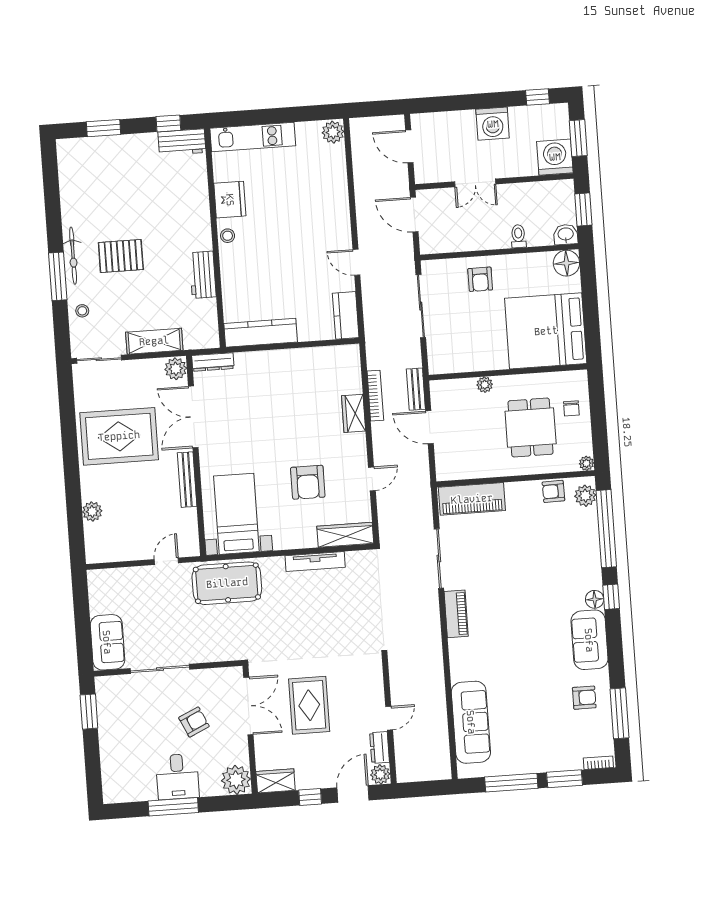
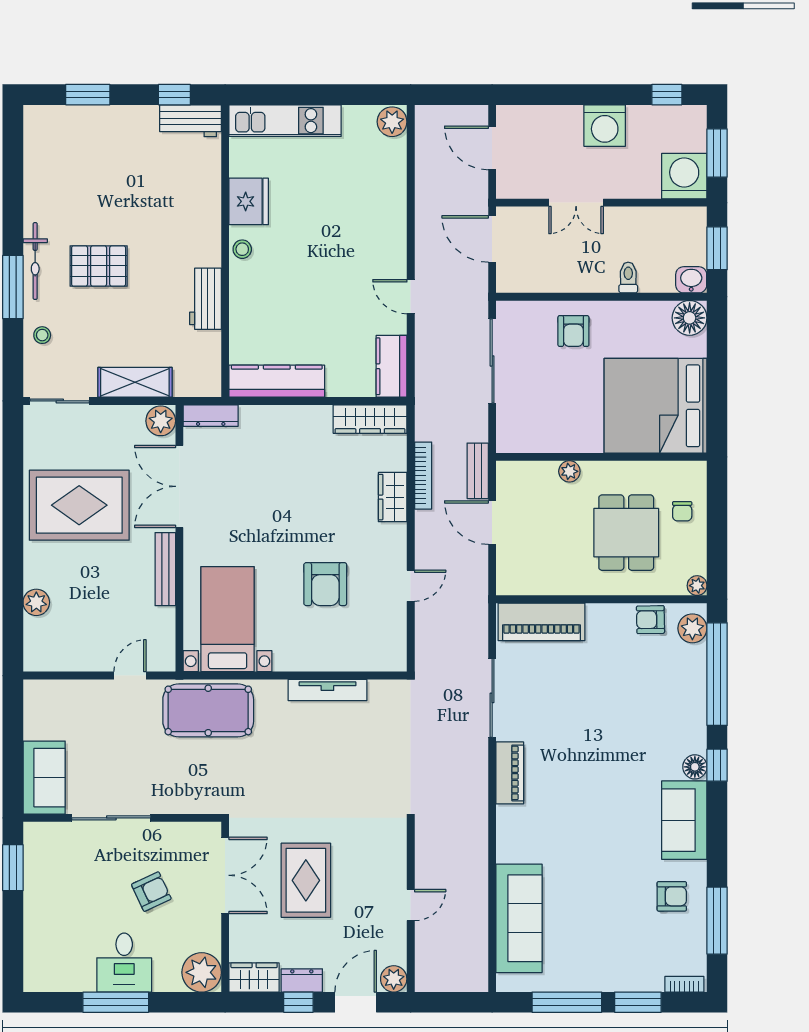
wardrobe: (345, 535) -> (370, 419), moved, turned 180
dresser: (380, 747) -> (302, 980), moved, turned 90

